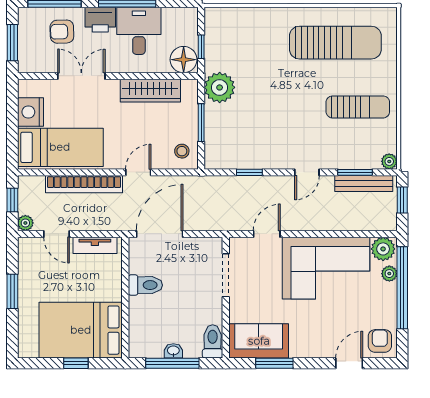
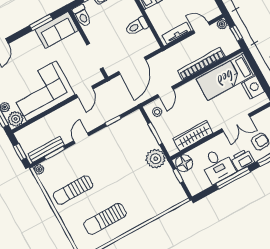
sun lounger: (335, 43) -> (105, 219), width x0.73, depth x0.75
door: (138, 172) -> (165, 92), moved
door: (160, 234) -> (132, 66), moved

